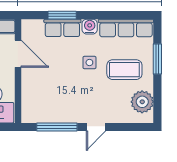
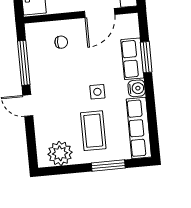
chair: (41, 91) -> (61, 42), added

